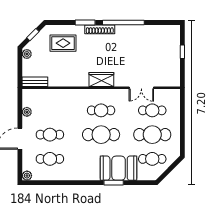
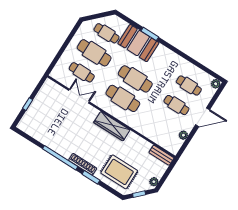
rug: (63, 43) -> (119, 172), width x1.36, depth x1.43
wardrobe: (101, 80) -> (112, 126), width x1.50
cafe table: (101, 110) -> (123, 98), width x1.37, depth x1.35

